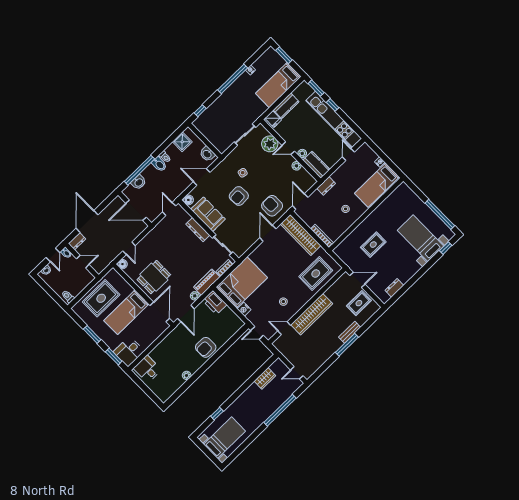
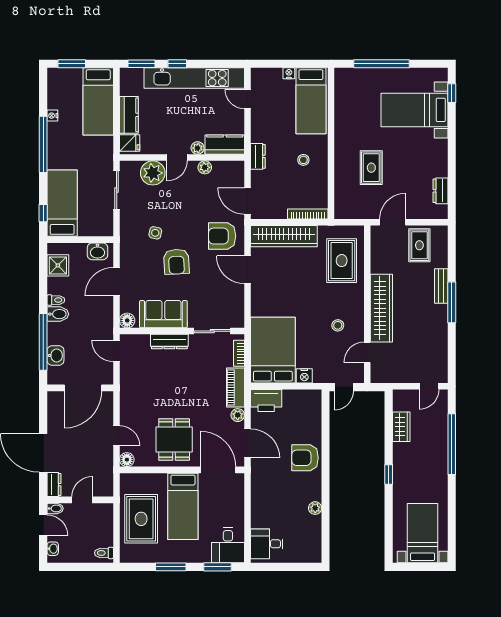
bed: (214, 115) -> (62, 203), added
window: (440, 214) -> (382, 64), moved
armchair: (206, 347) -> (305, 458), turned 90
window: (217, 414) -> (389, 475), moved

